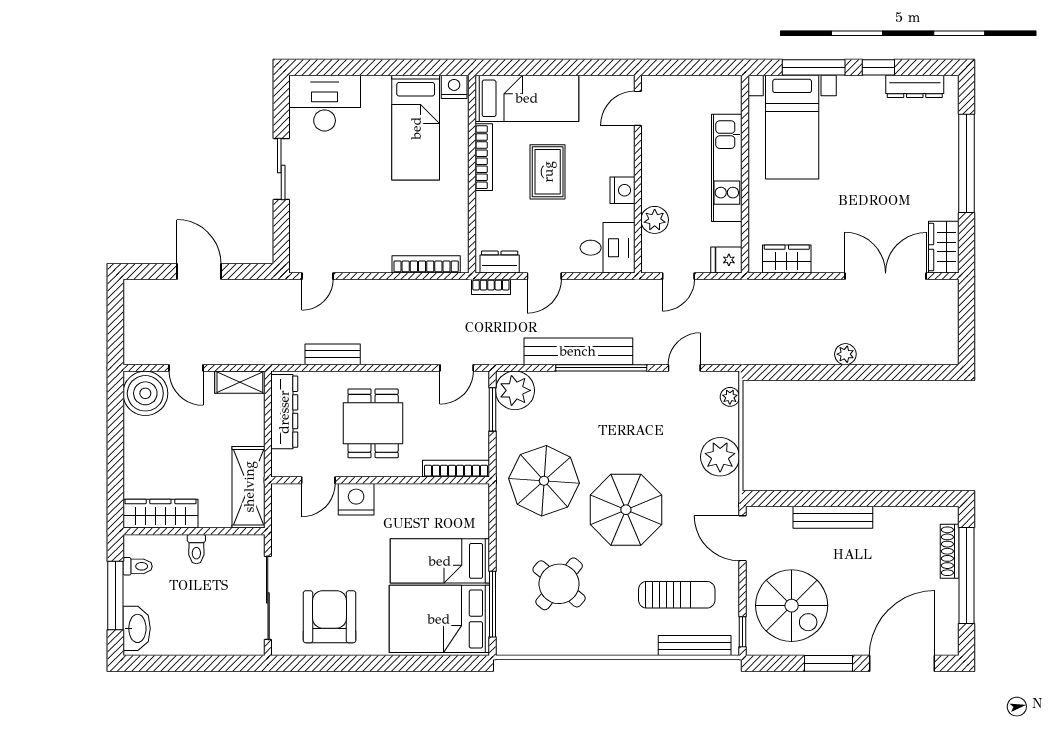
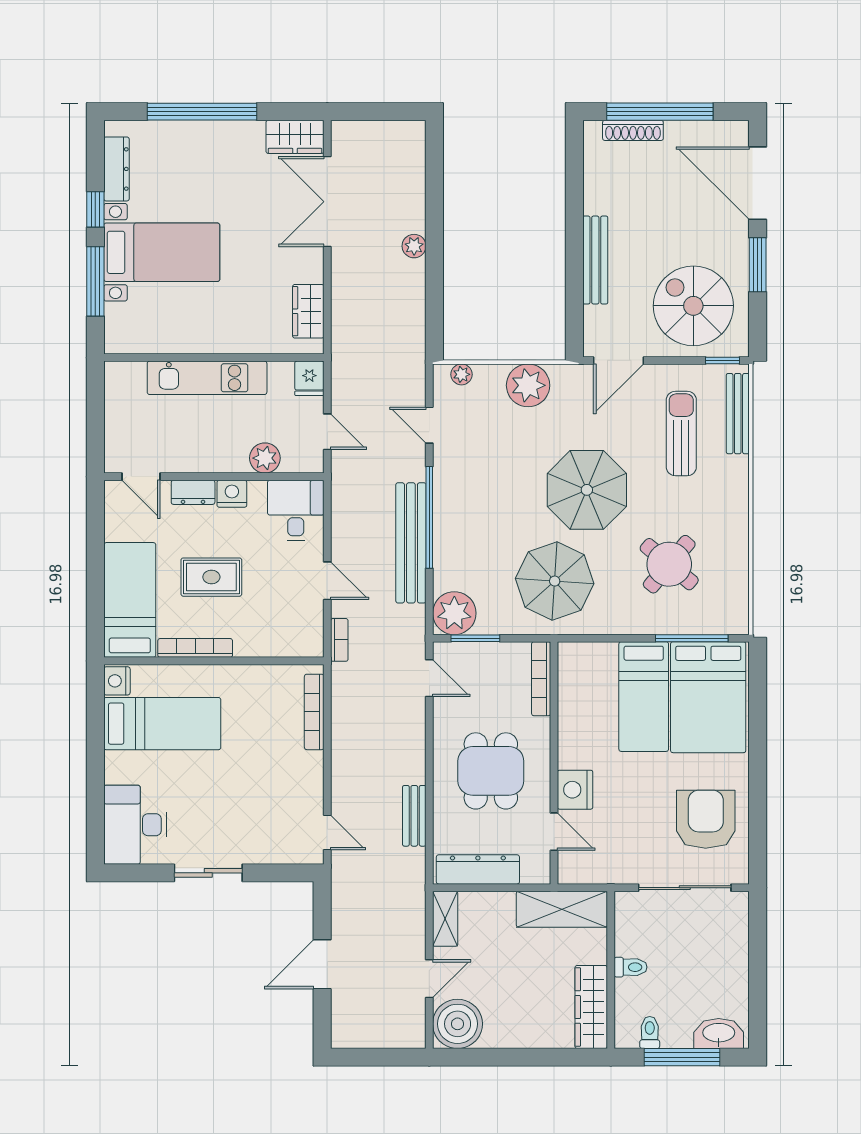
bed with nightstands: (792, 127) -> (162, 252), moved
dresser: (500, 262) -> (193, 492), moved, turned -90
dining table: (373, 423) -> (491, 771), turned 90
spiral stairs: (792, 606) -> (693, 306), turned -90
armchair: (330, 617) -> (706, 819), turned 90

